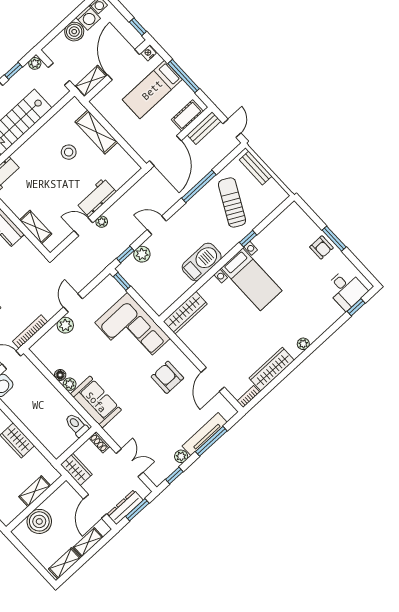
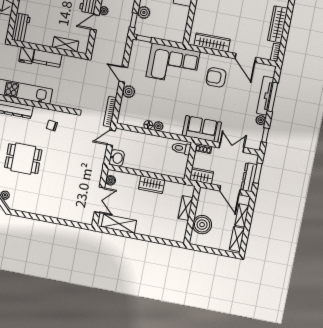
wardrobe: (185, 313) -> (212, 42), moved, turned -90
sofa: (96, 402) -> (202, 129), moved

